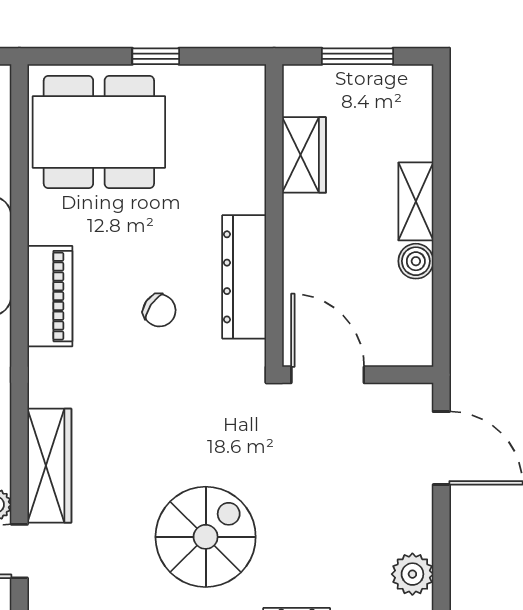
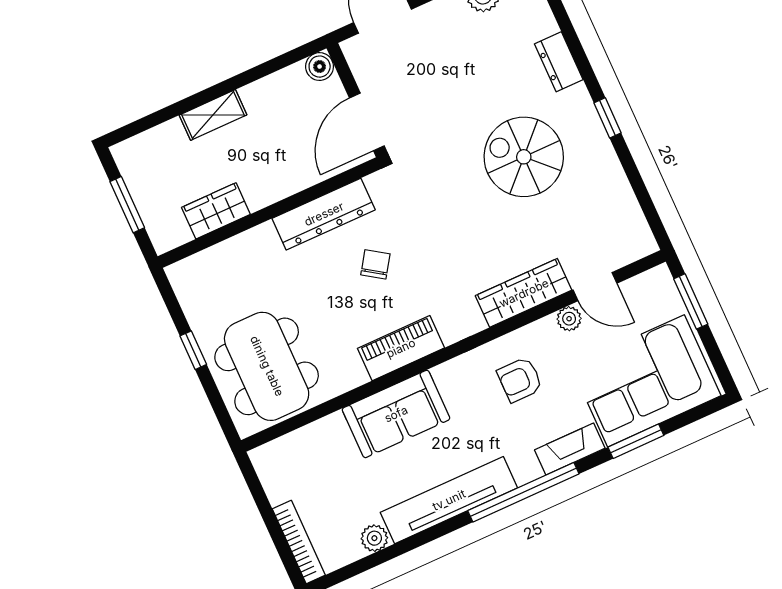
boiler: (416, 261) -> (320, 67), moved

